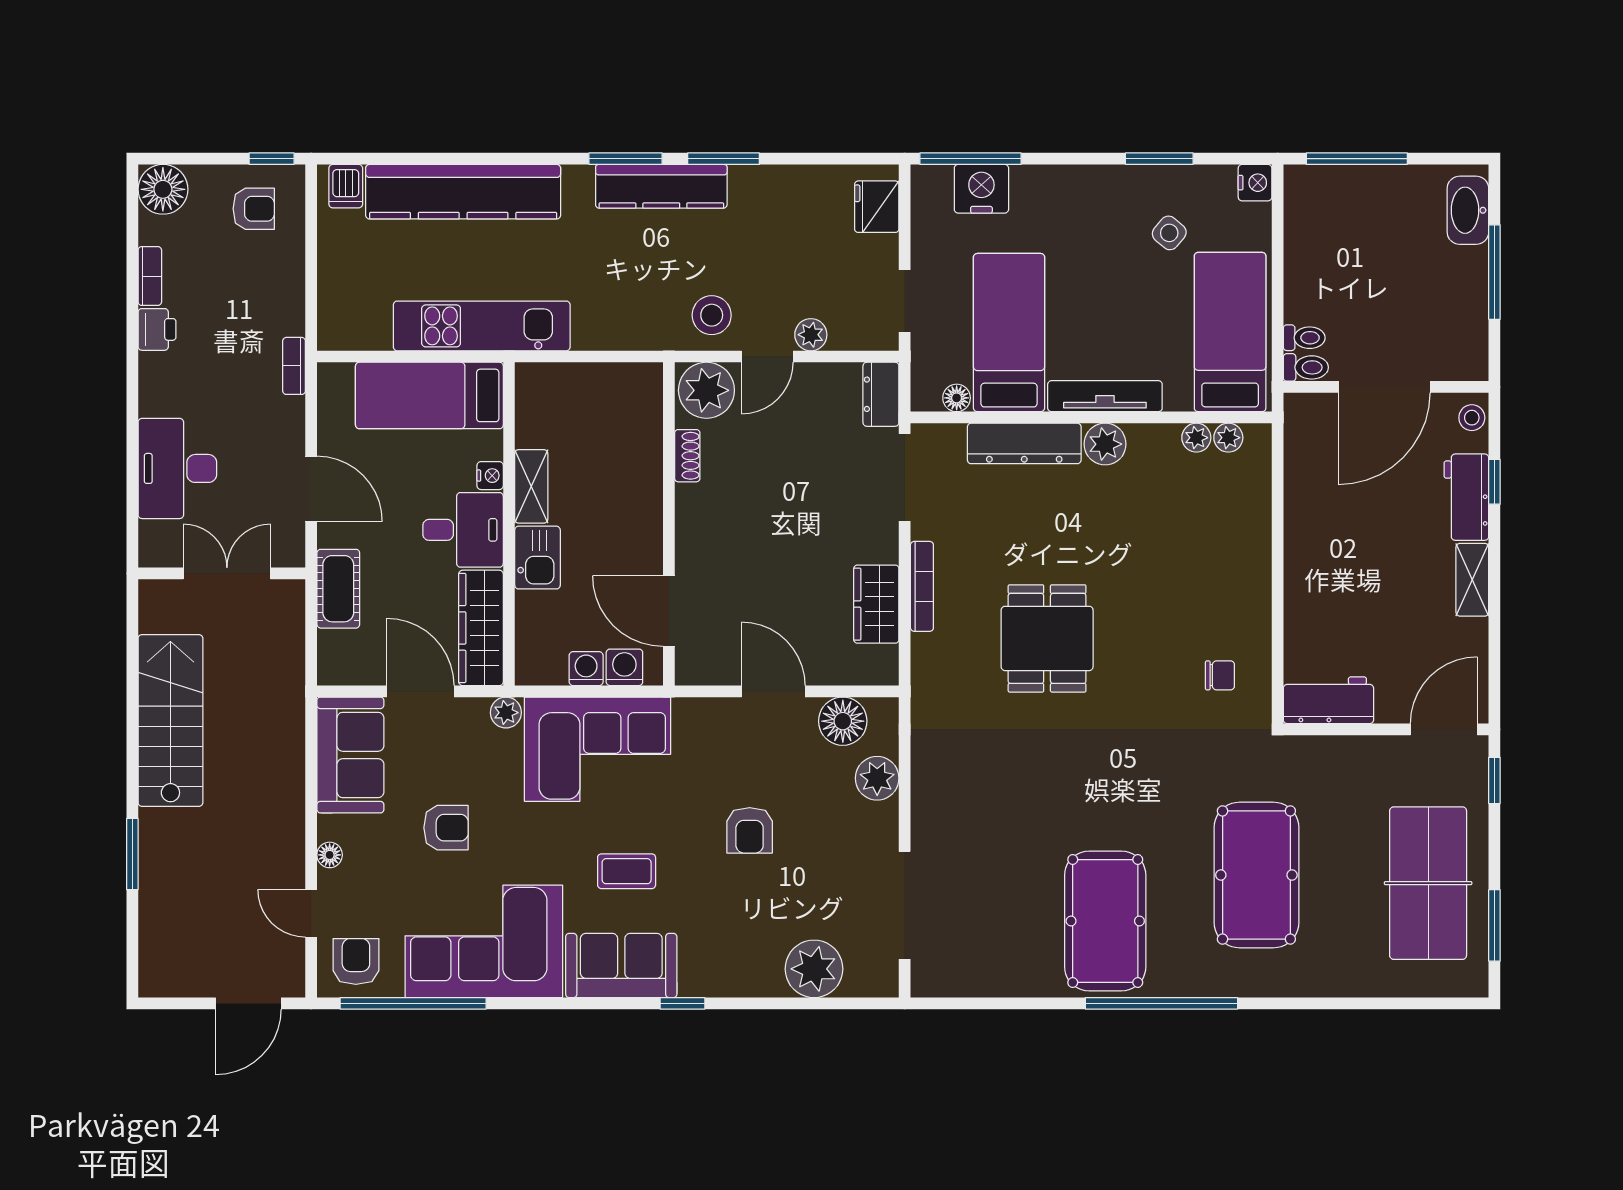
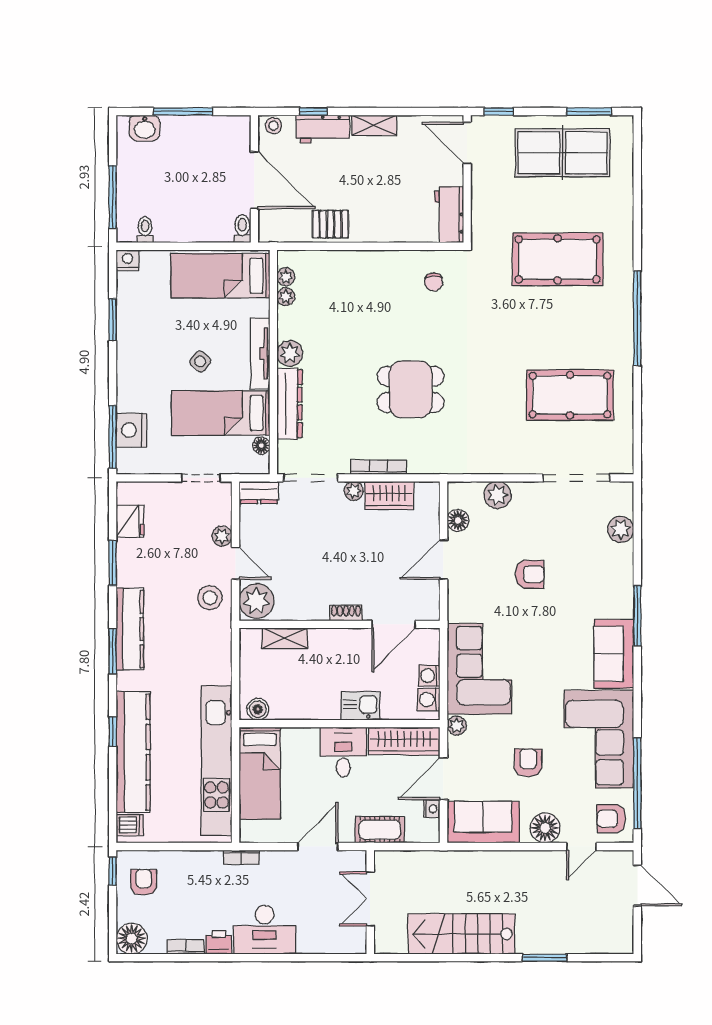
window: (496, 159) -> (113, 732), added
window: (723, 159) -> (113, 563), moved
fridge: (877, 207) -> (130, 521), moved, turned -90
washbasin: (1468, 210) -> (145, 128), width x0.72
side table: (1169, 233) -> (200, 361), moved
kitchen unit: (482, 326) -> (216, 761), width x1.36
toilet: (1304, 338) -> (145, 230), moved
boiler: (532, 392) -> (258, 709), added
shoe rack: (687, 456) -> (346, 613), moved
desk: (177, 468) -> (265, 930), moved
nightstand: (490, 476) -> (432, 809), moved, turned 90
shelving: (531, 486) -> (285, 638), moved
pallet: (1313, 509) -> (331, 224), added
plant: (884, 547) -> (354, 491), added
washing machine: (624, 667) -> (429, 700), moved
chair: (1220, 675) -> (434, 282), turned 180
floor lamp: (843, 721) -> (458, 520), width x0.73, depth x0.73
floor lamp: (330, 855) -> (545, 828), width x1.89, depth x1.89
coffee table: (627, 871) -> (555, 651), removed
pool table: (1105, 921) -> (570, 395), moved
plant: (814, 969) -> (621, 529), width x0.73, depth x0.73
window: (682, 1003) -> (637, 616), width x2.17

